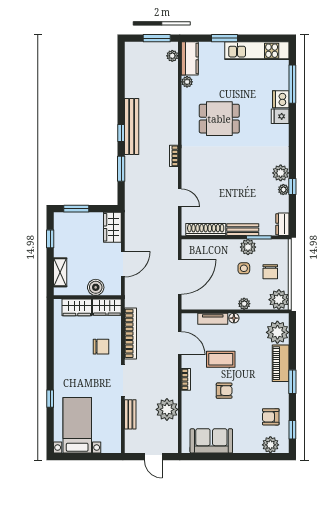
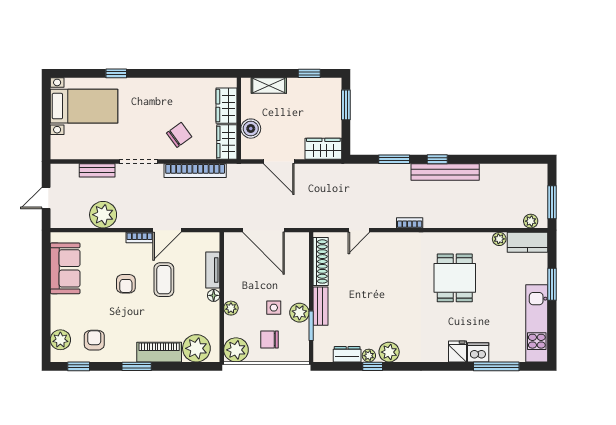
dresser: (282, 224) -> (347, 354), moved
door: (180, 343) -> (167, 230), moved
chair: (101, 347) -> (179, 135), turned -126

